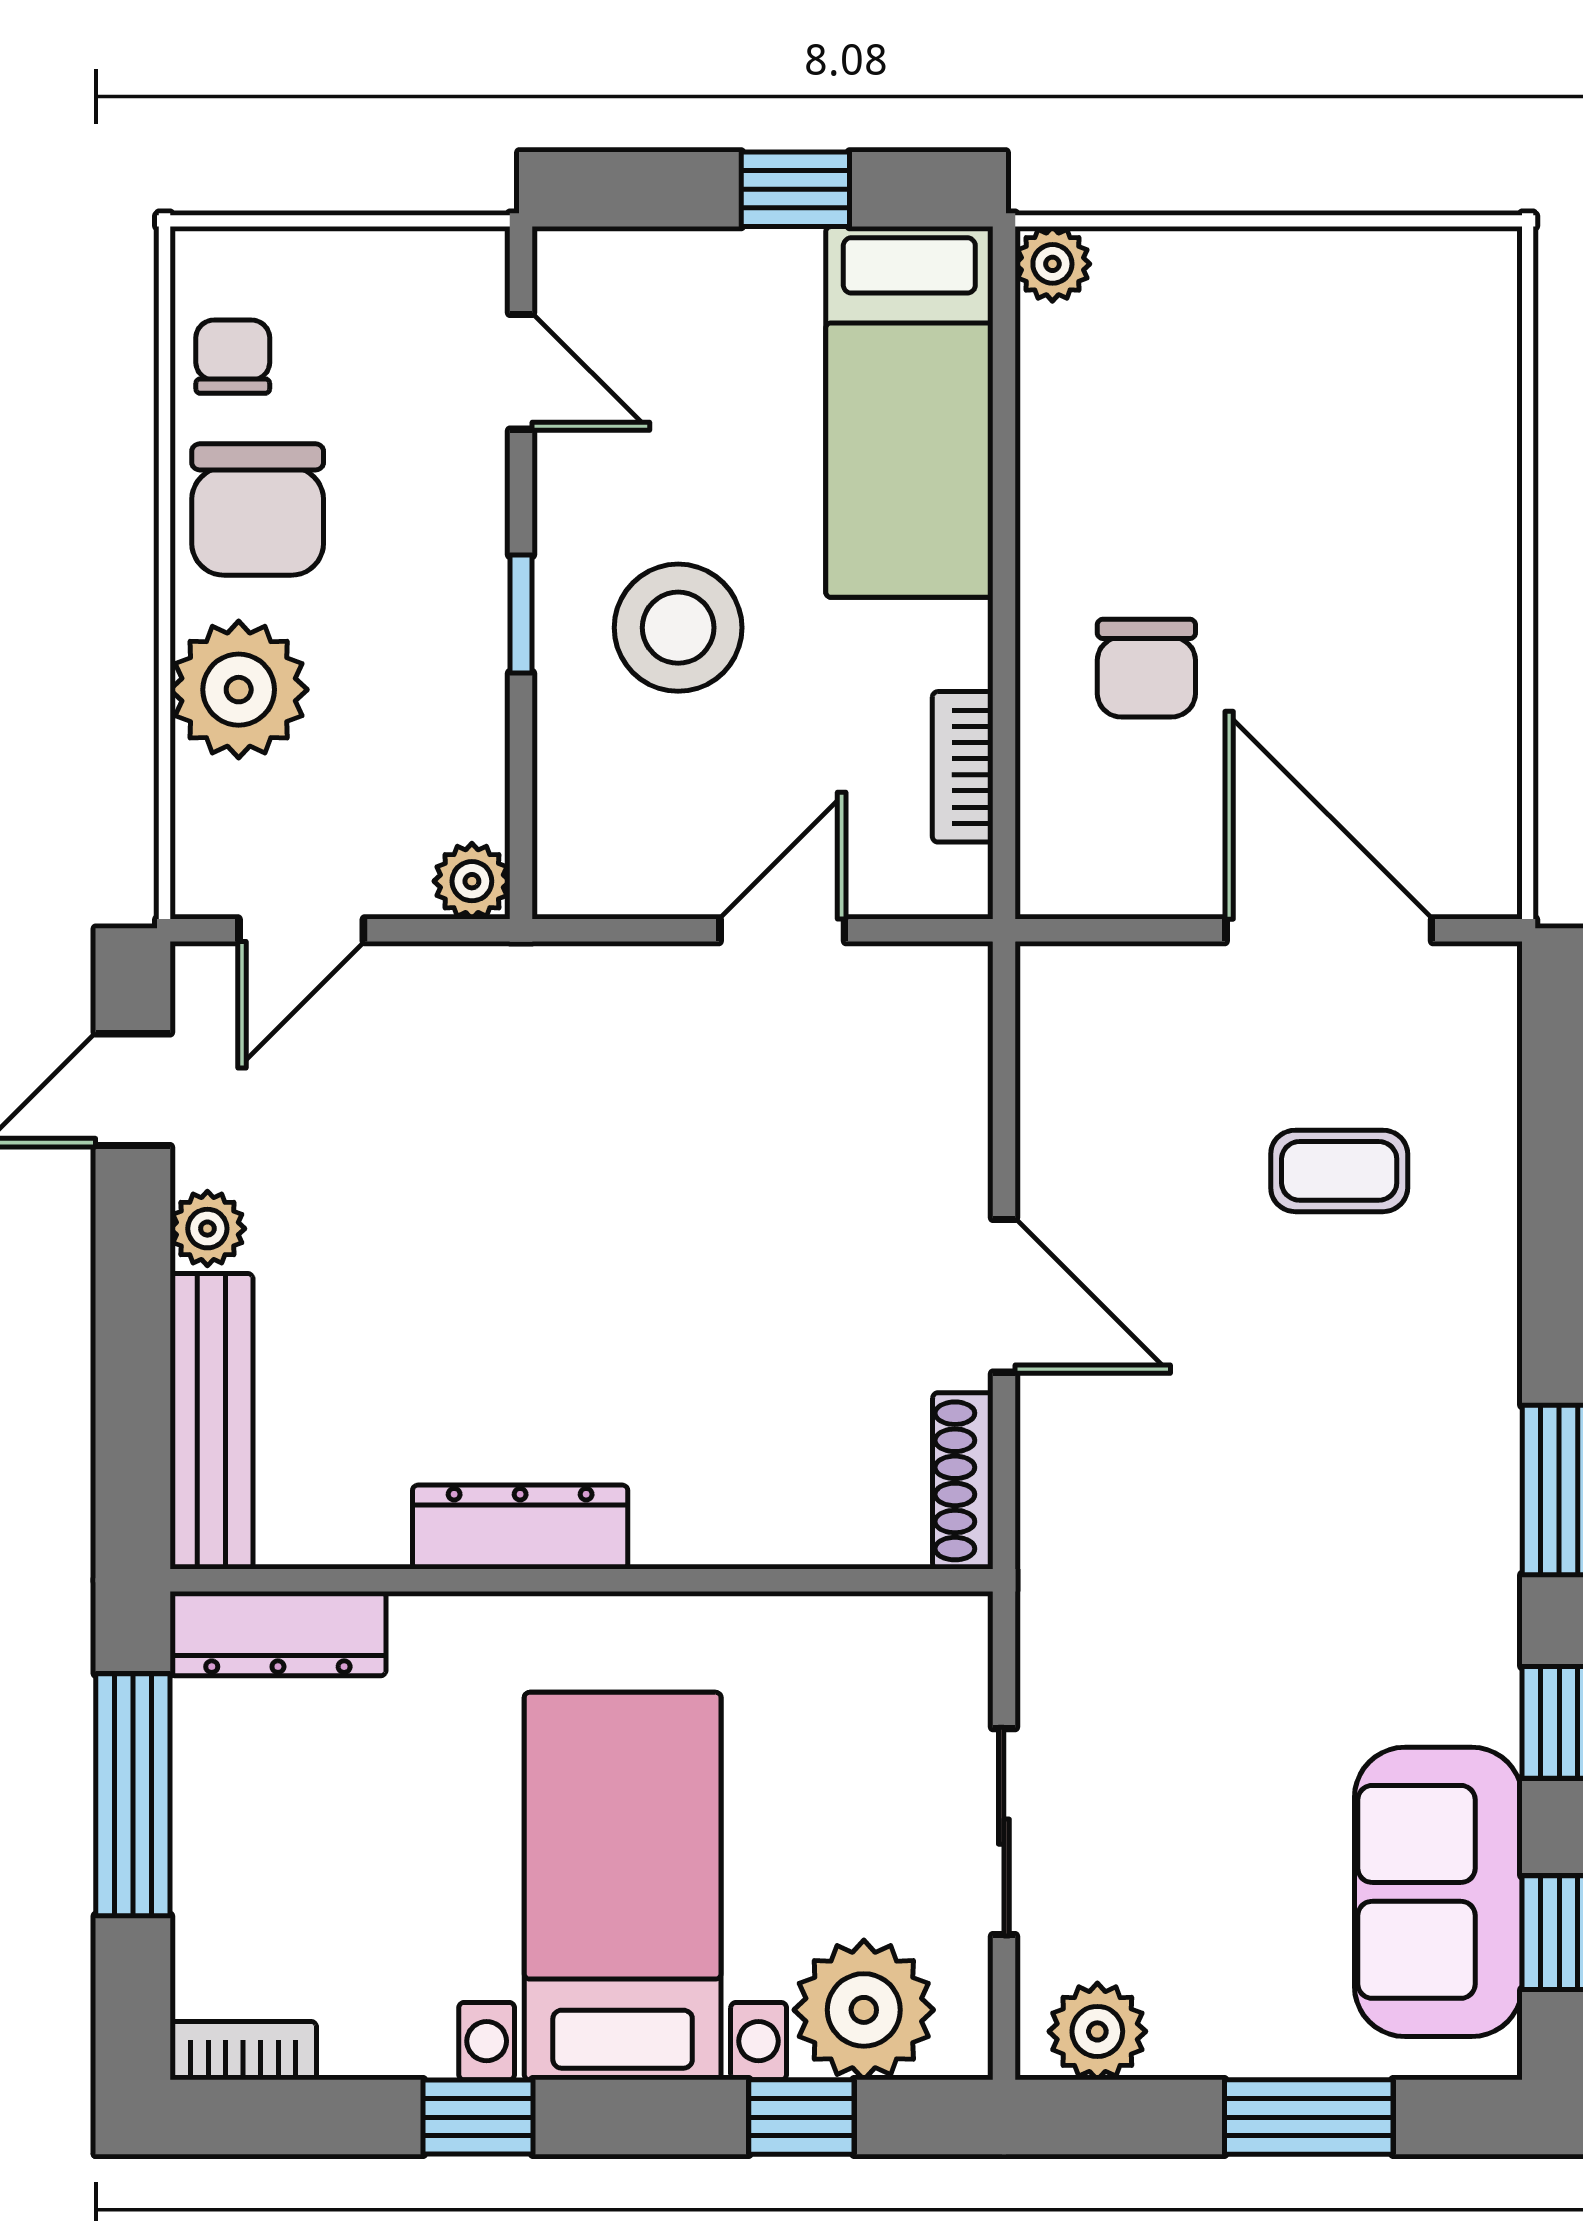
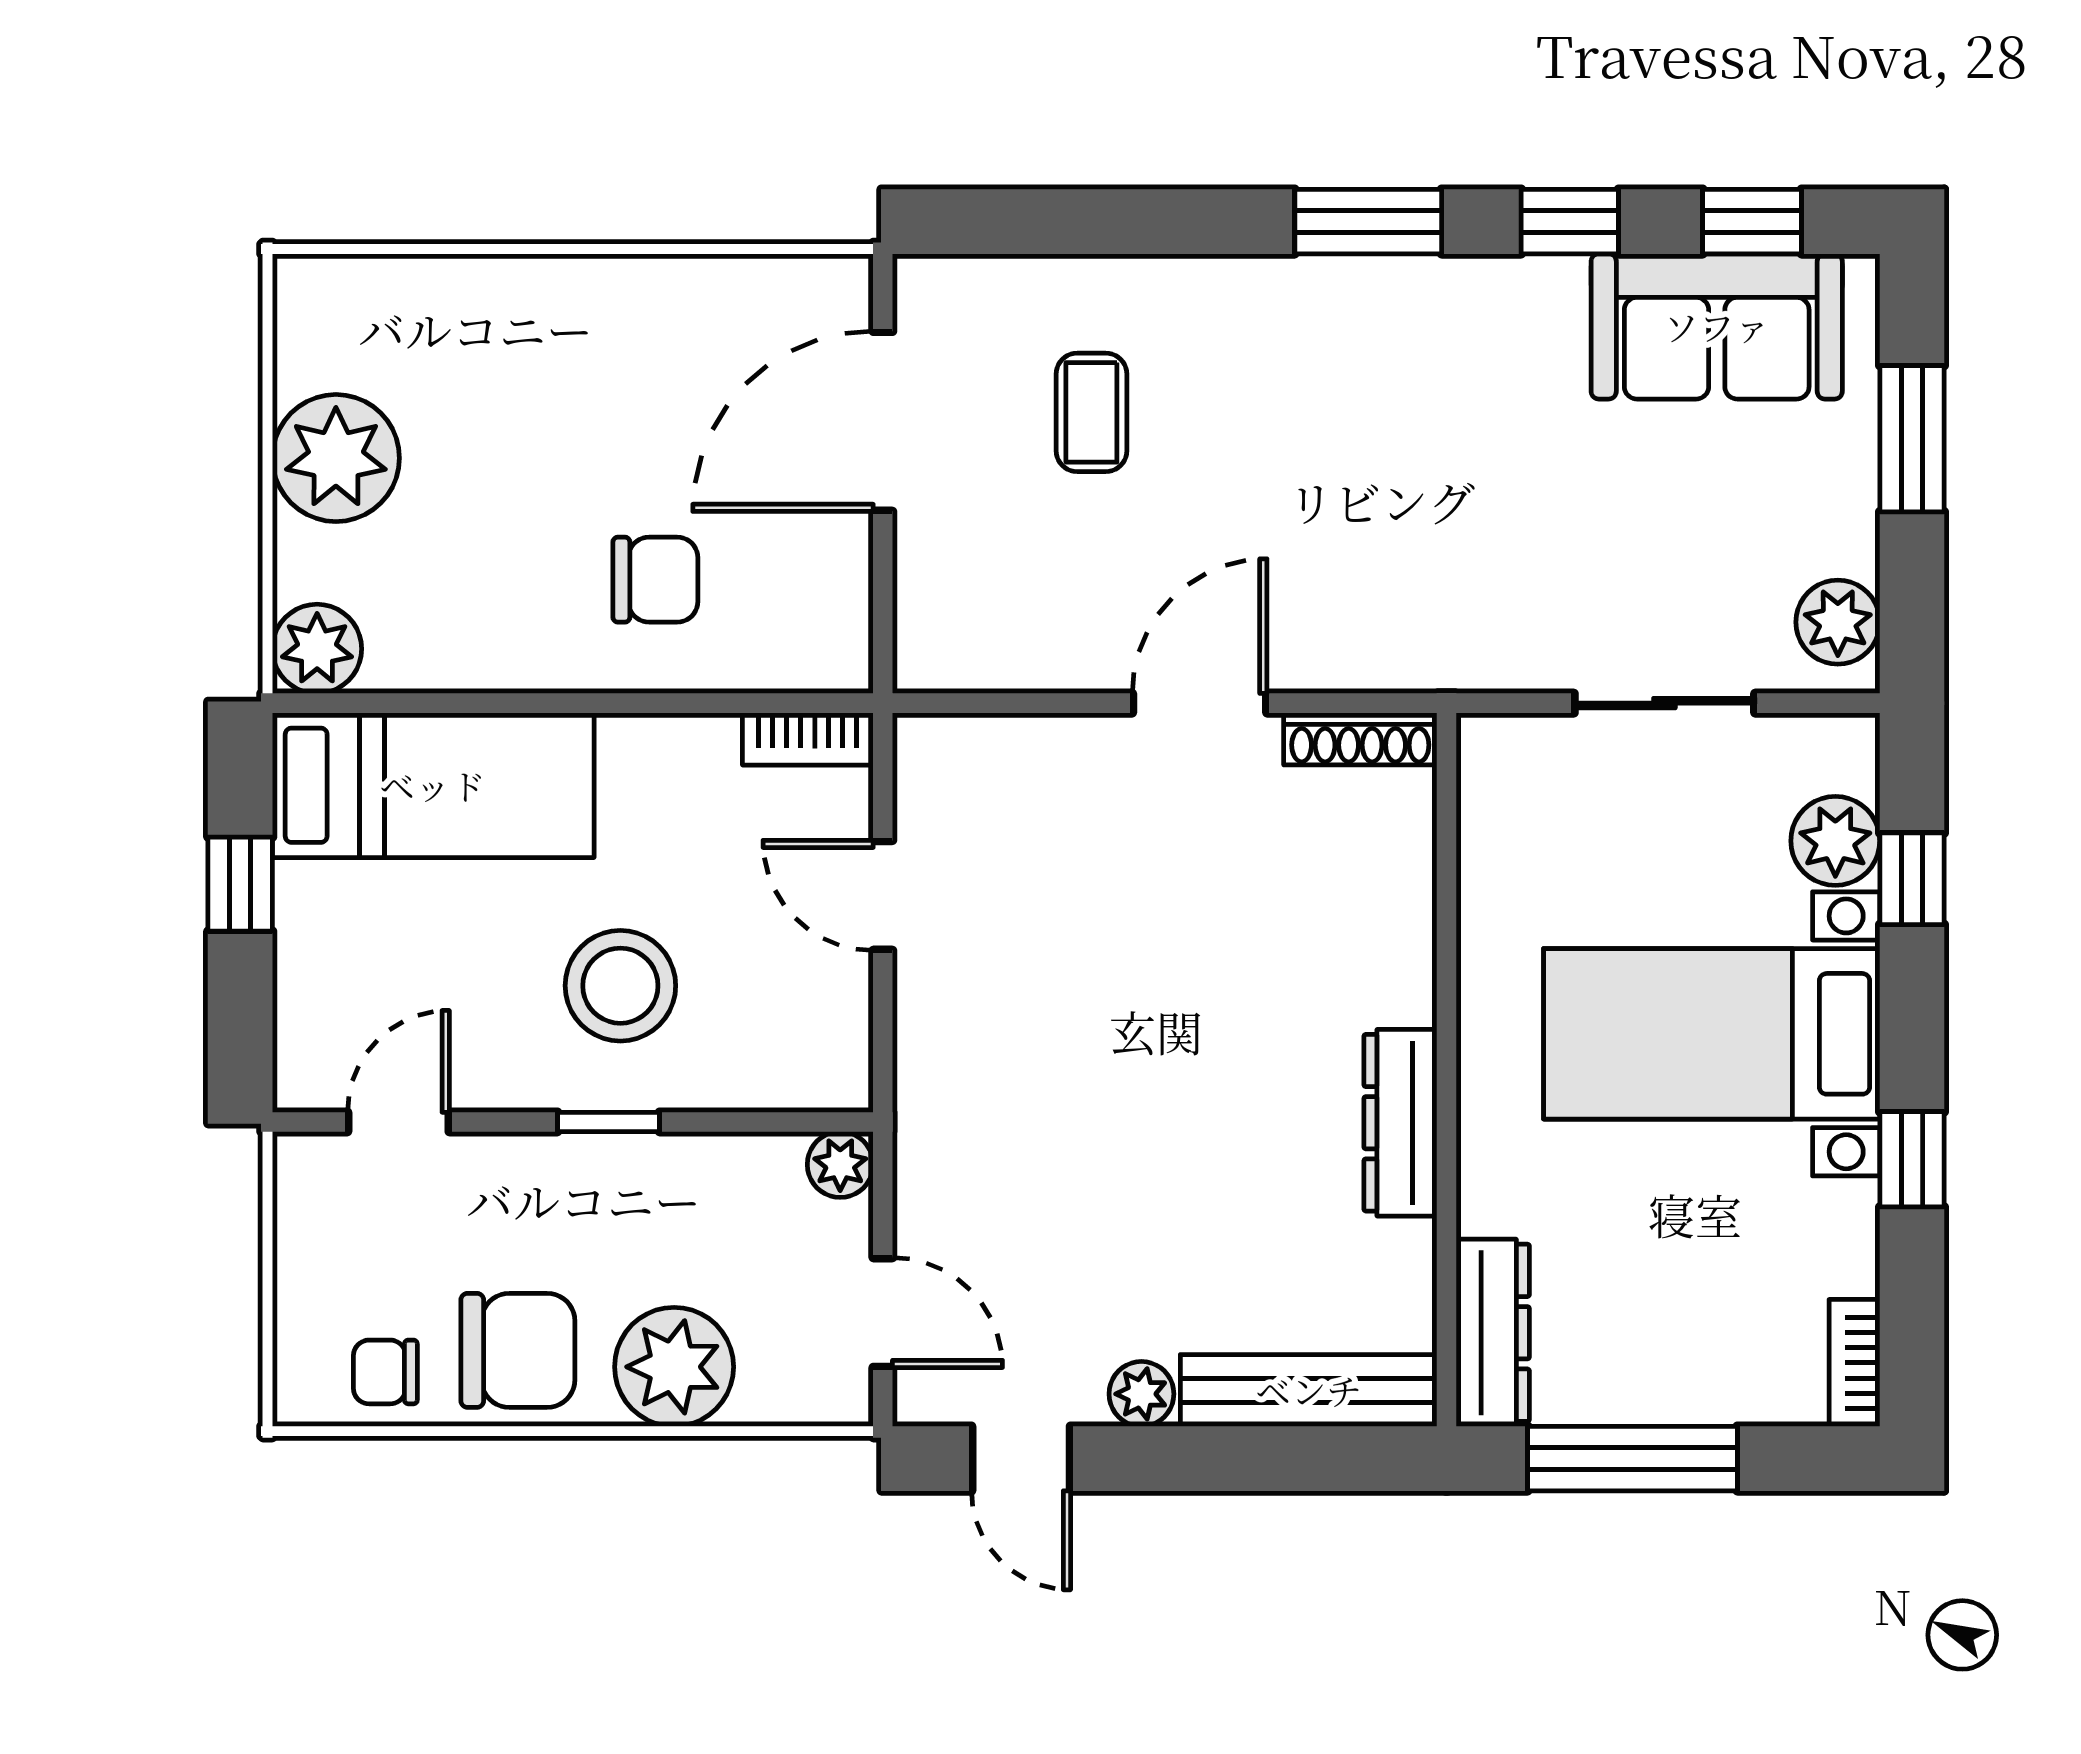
plant: (1052, 264) -> (317, 649), width x1.38, depth x1.38
plant: (1287, 300) -> (336, 458), added
bookcase: (963, 767) -> (808, 739), moved
plant: (864, 2010) -> (1835, 841), width x0.73, depth x0.73

